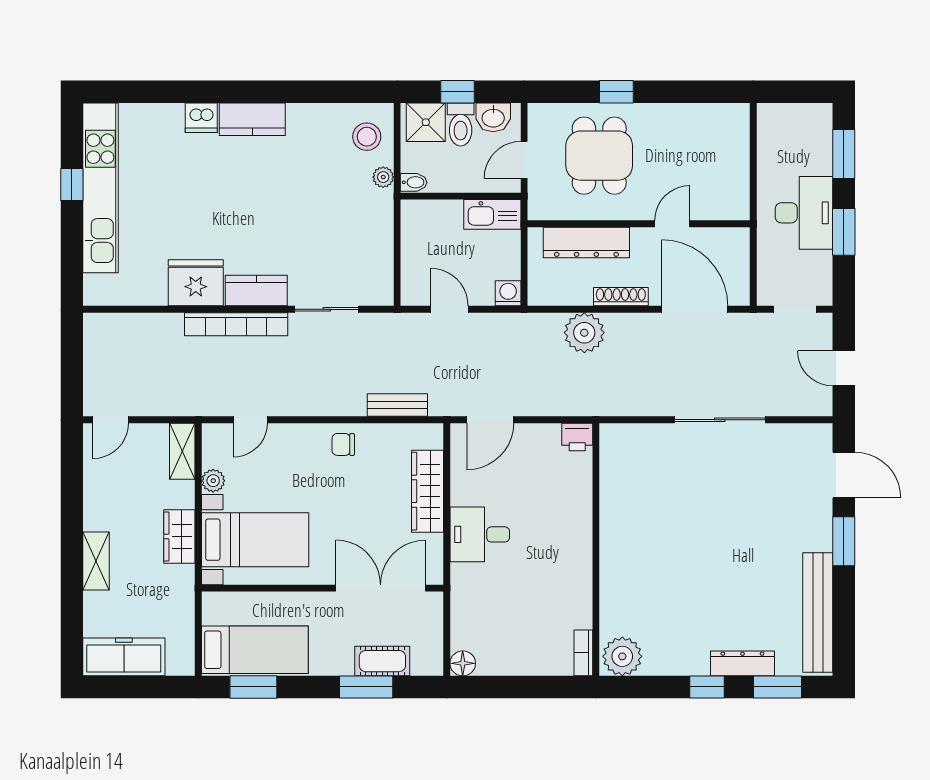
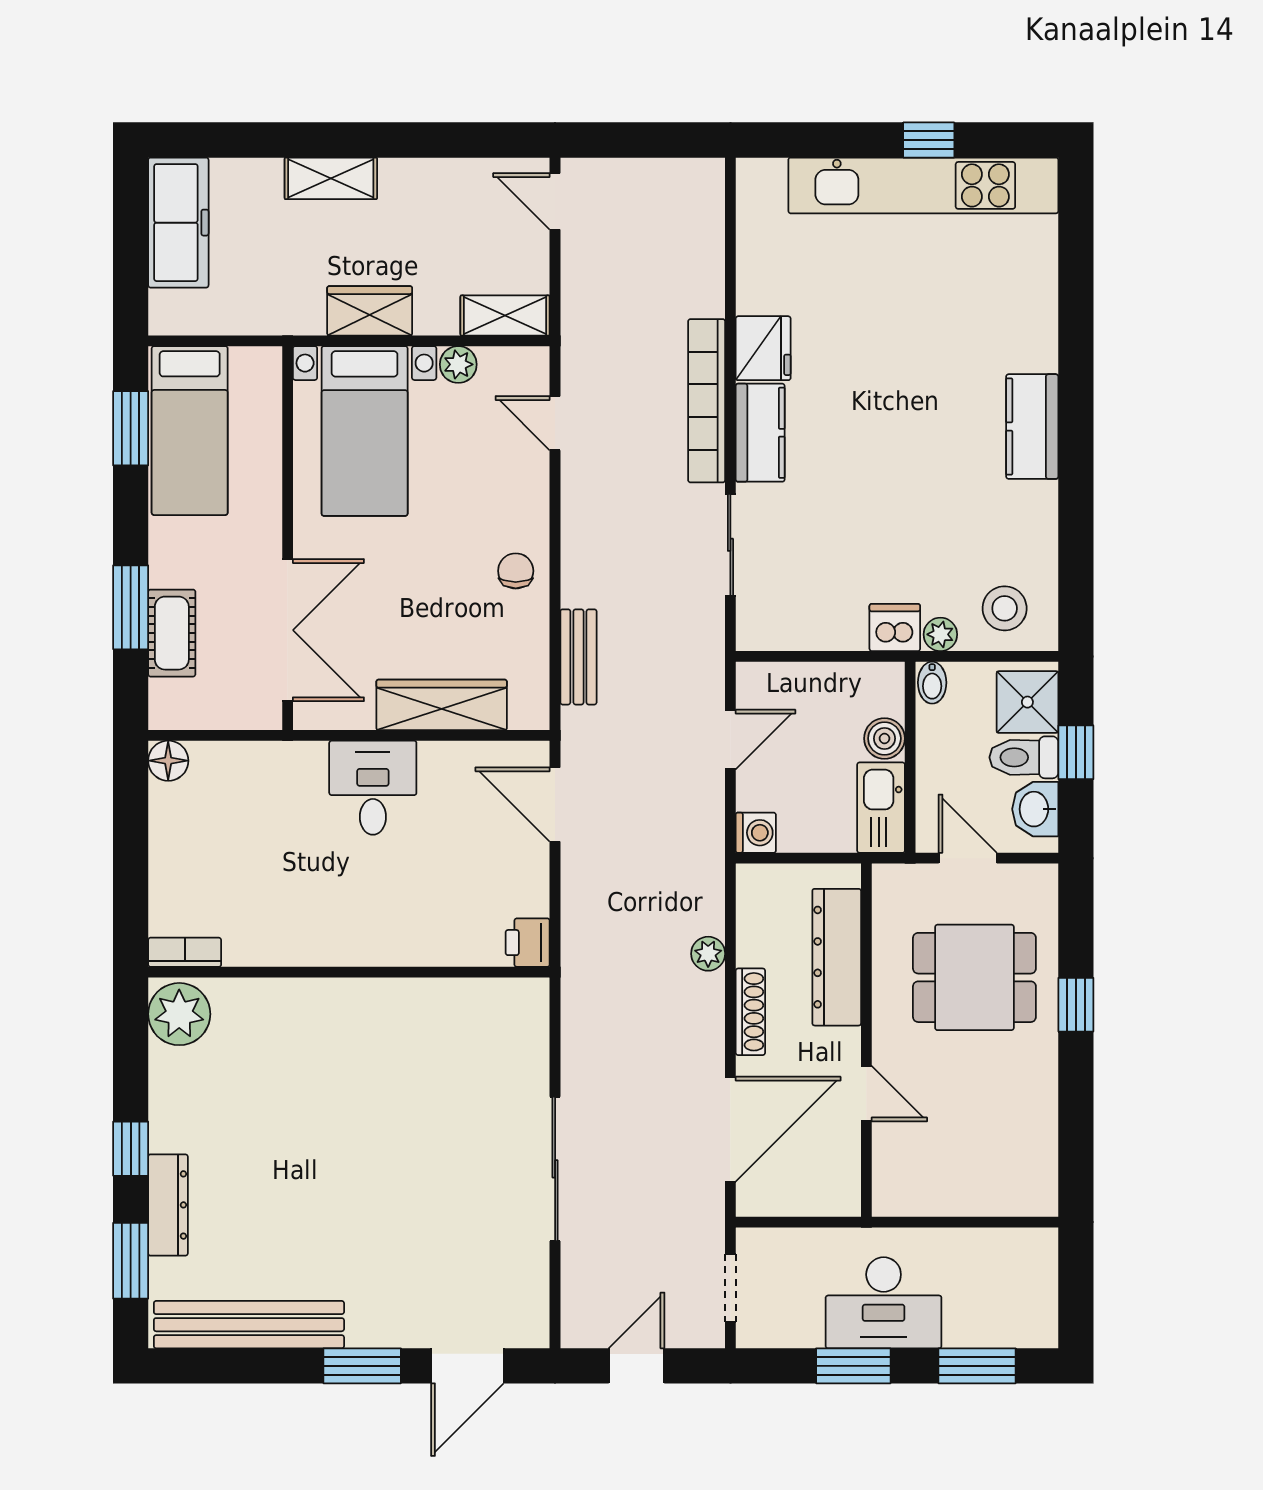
dishwasher: (201, 118) -> (895, 628), moved, turned 90
boiler: (449, 212) -> (884, 738), added
fridge: (196, 283) -> (763, 348), width x0.73, depth x0.75
plant: (584, 333) -> (708, 954), width x0.53, depth x0.53

